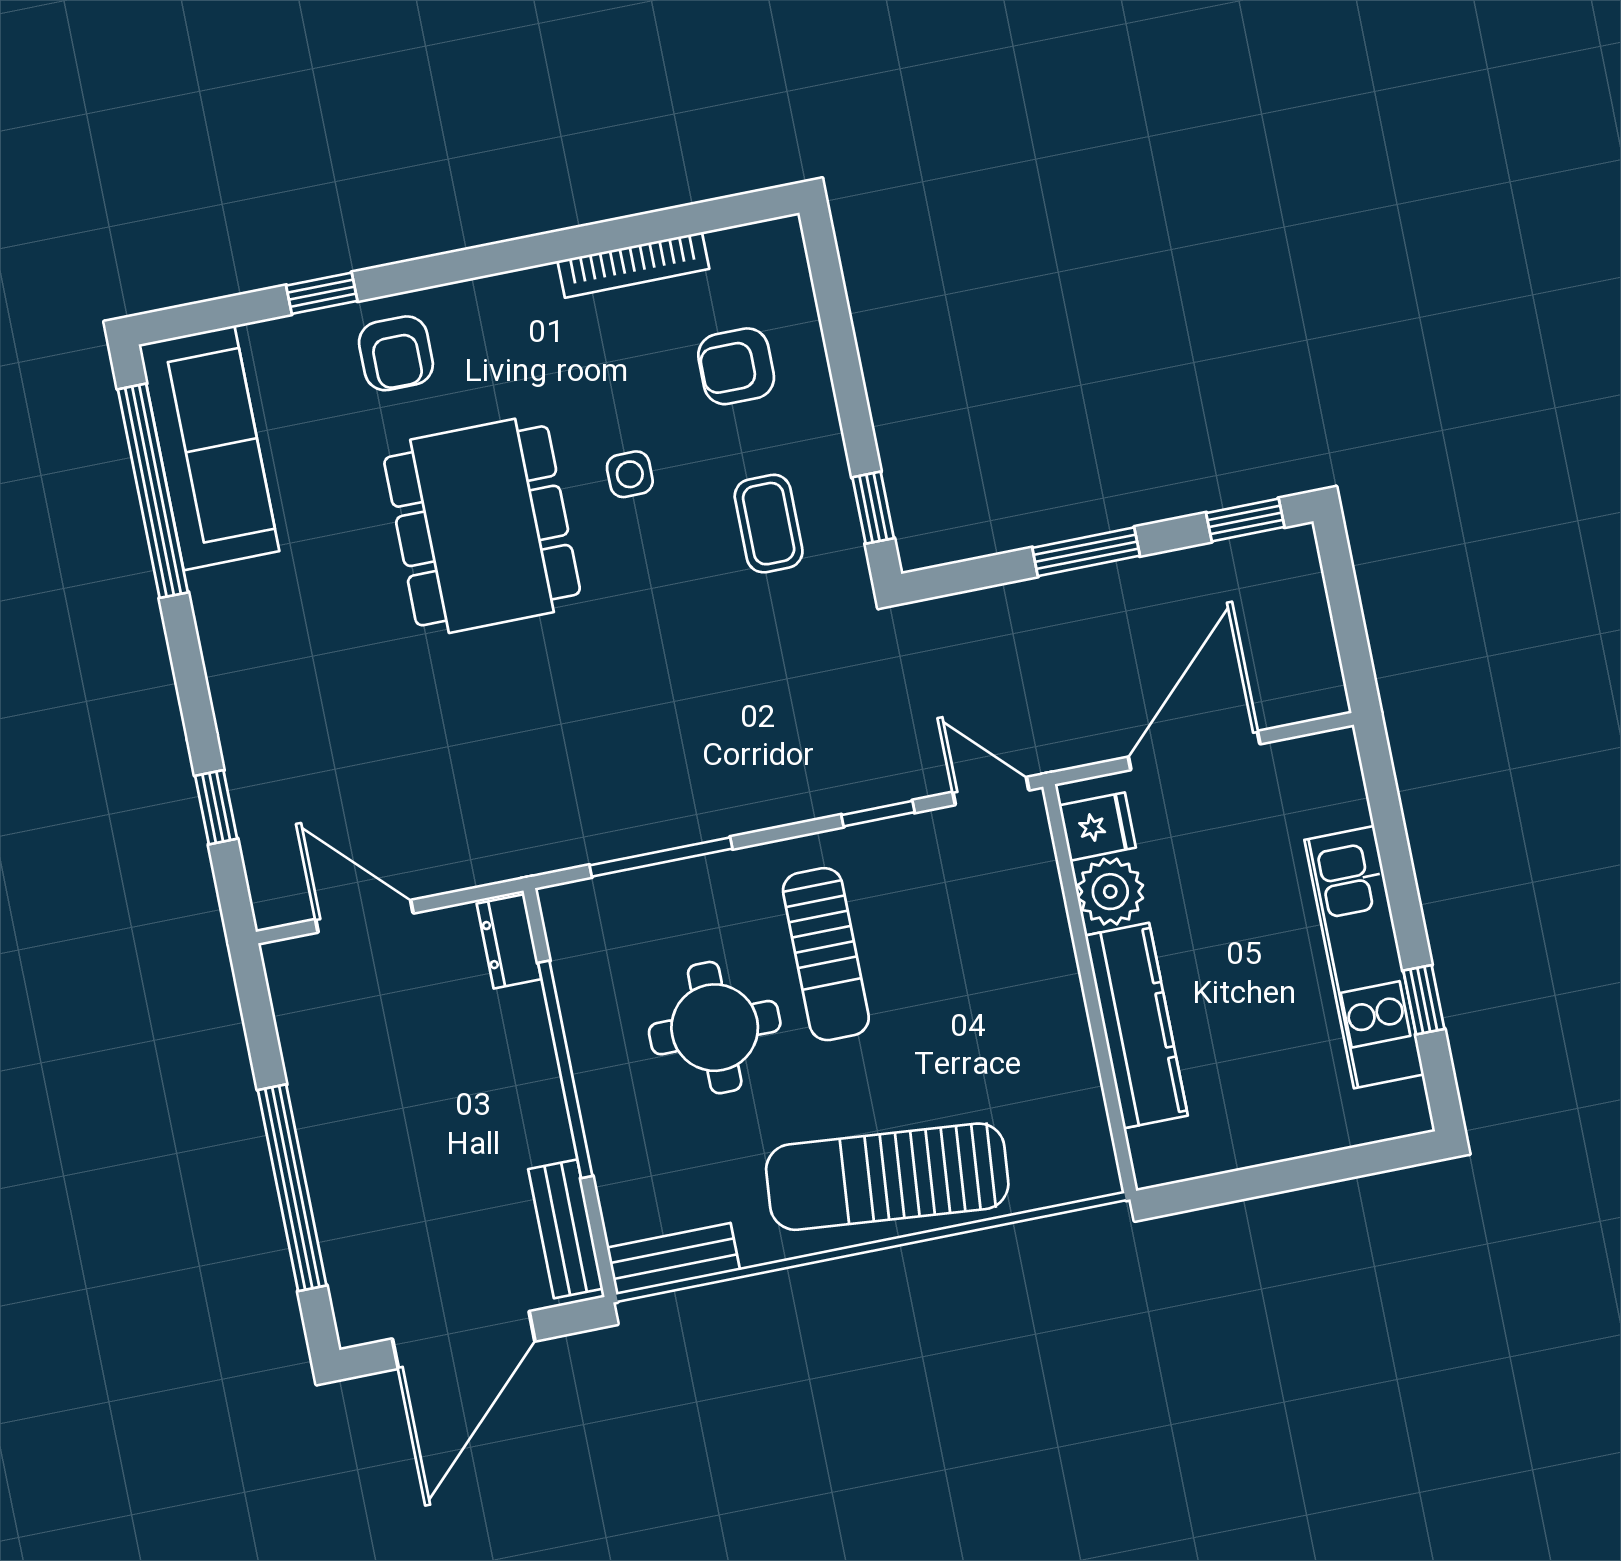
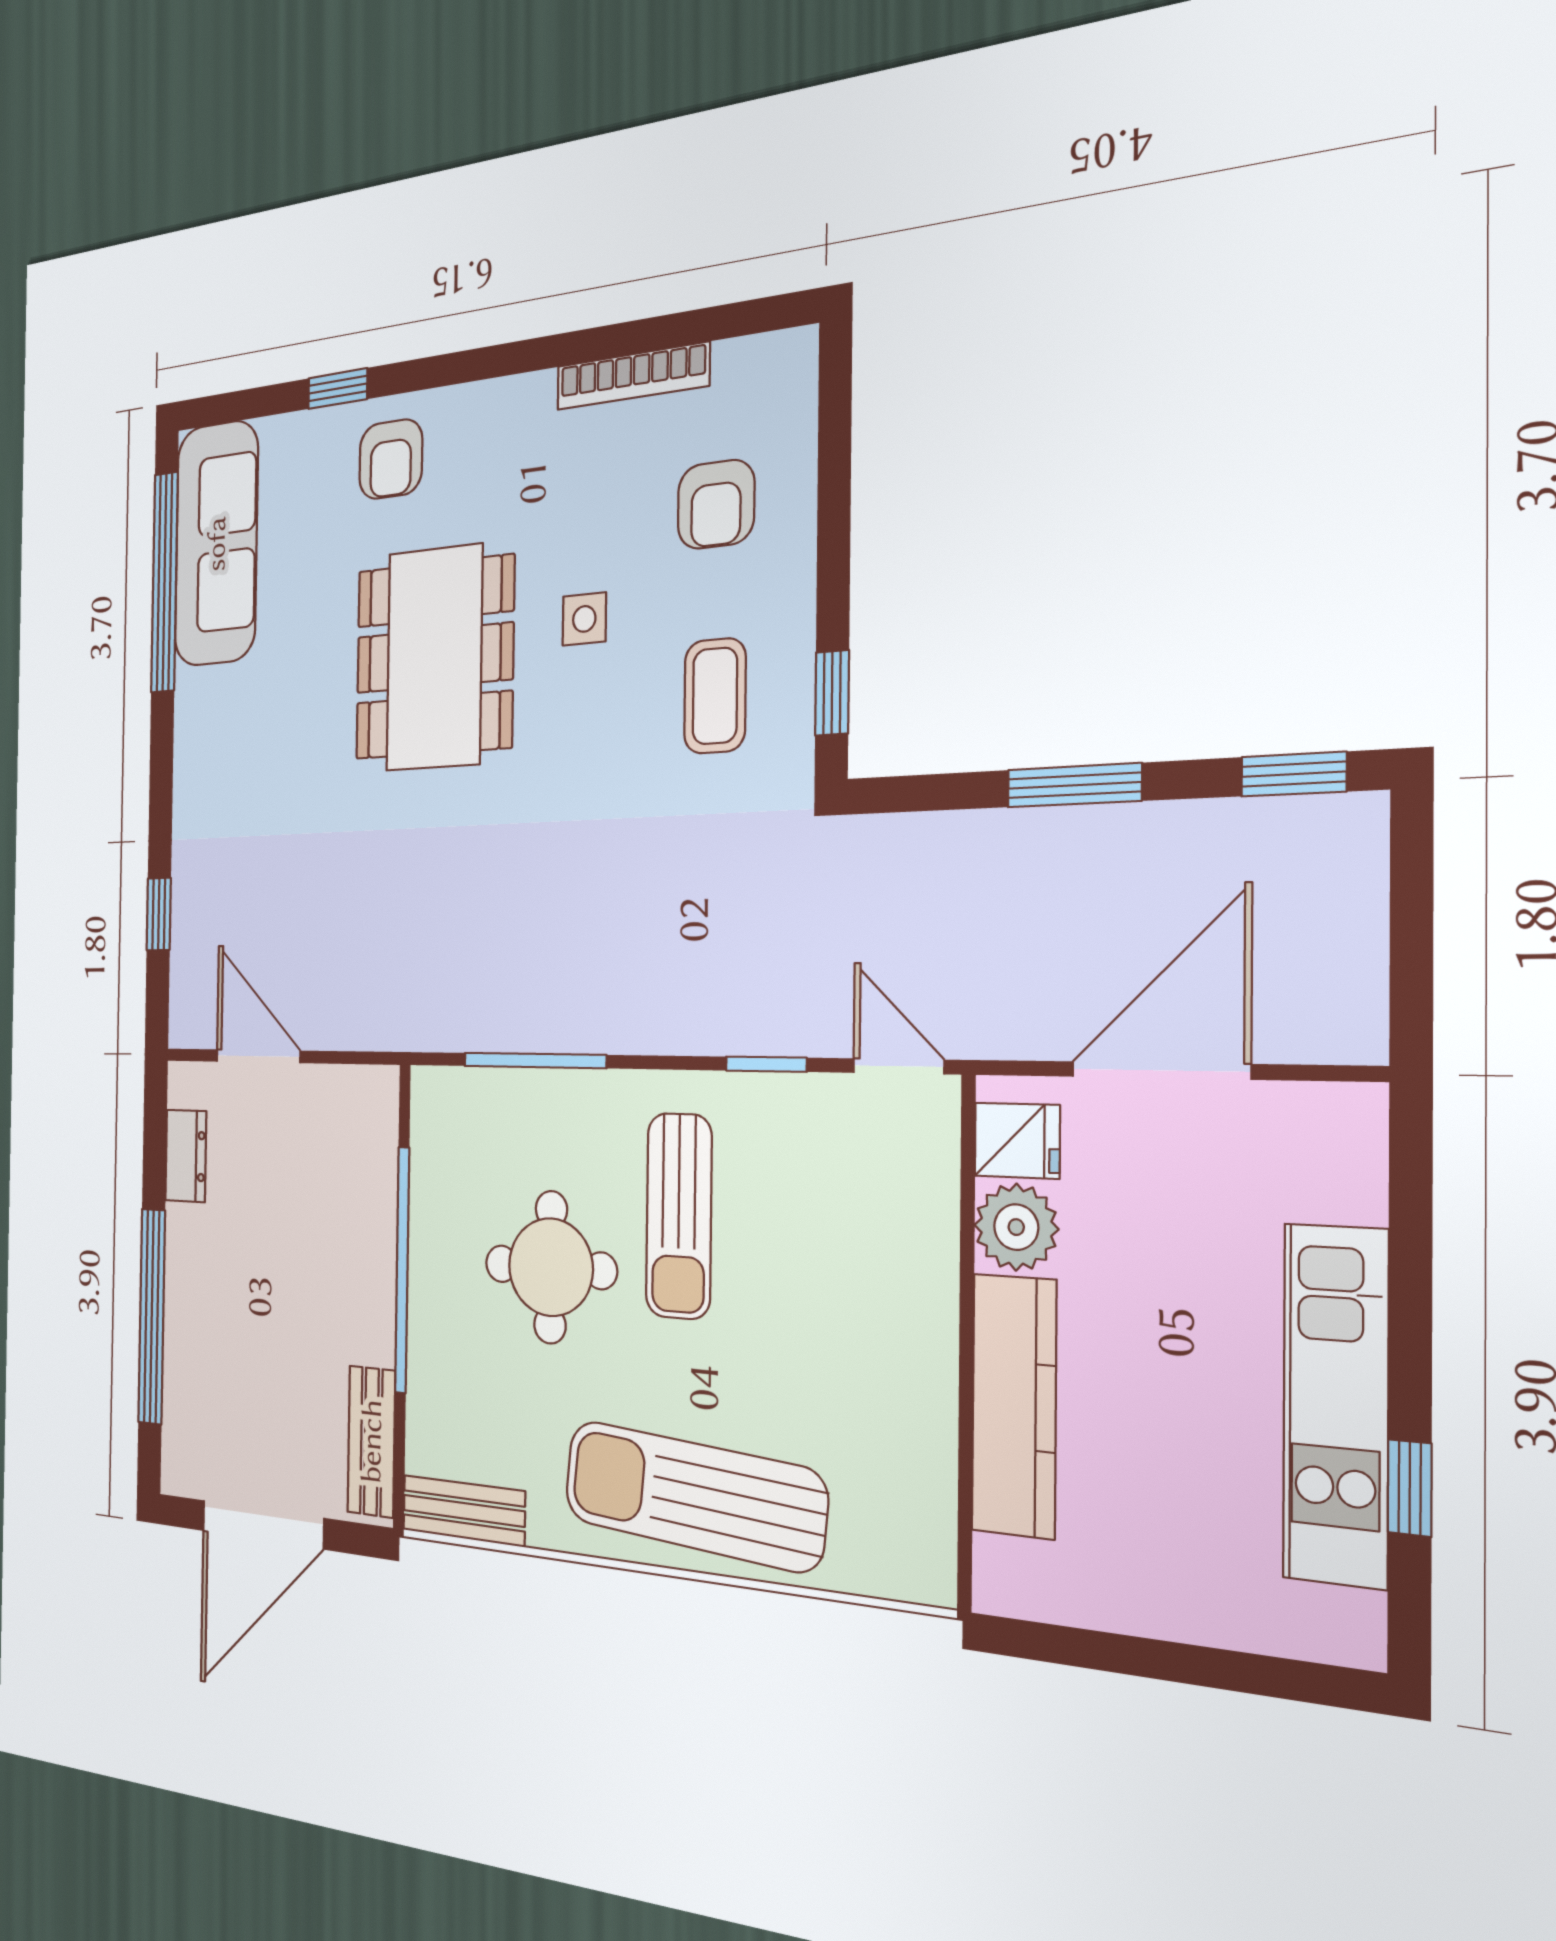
armchair: (736, 366) -> (716, 504), turned -90
dresser: (509, 941) -> (186, 1156), moved, turned 180

